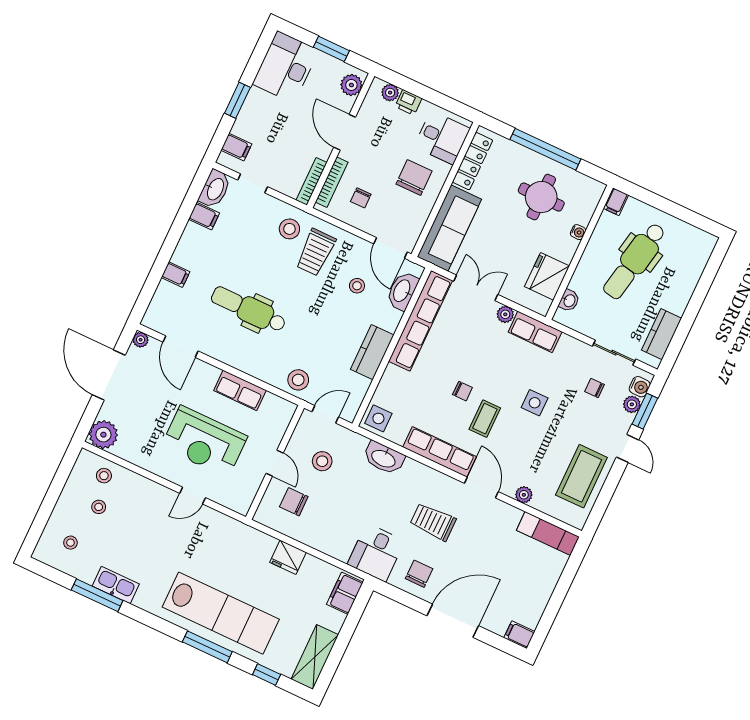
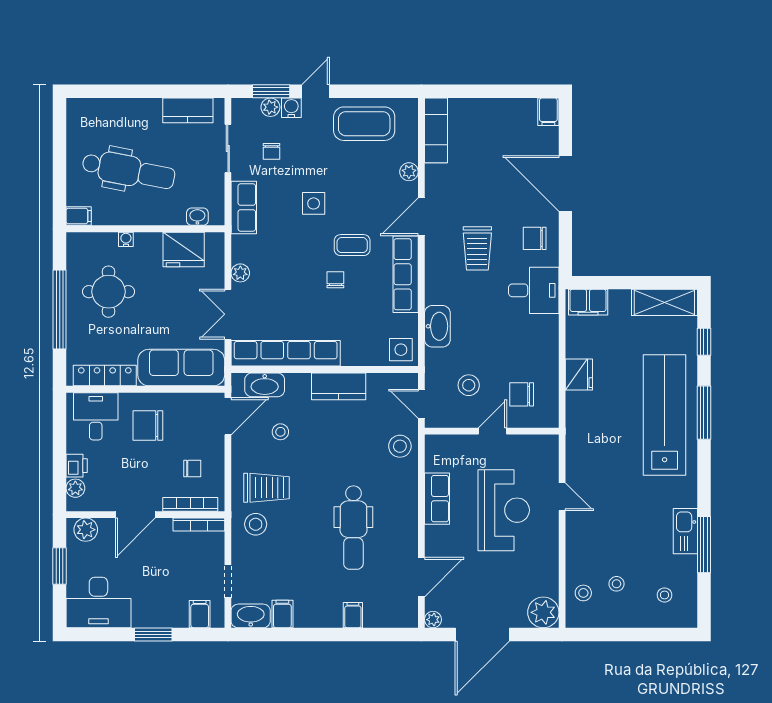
row of seats: (535, 332) -> (244, 207), moved
water cooler: (640, 387) -> (291, 108), moved
chair: (294, 502) -> (522, 394), turned 90

